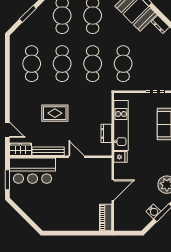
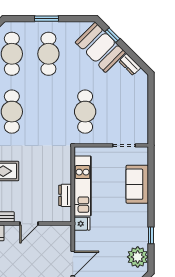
cafe table: (93, 64) -> (48, 112), removed
door: (76, 157) -> (29, 224), swing flipped

